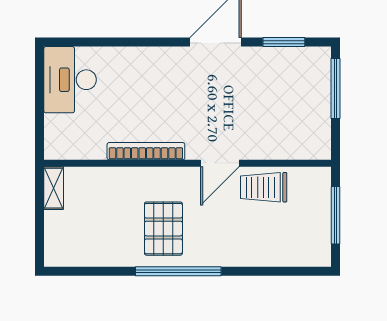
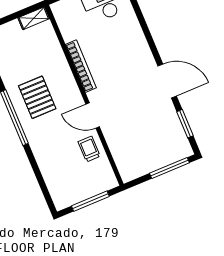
trolley: (264, 187) -> (89, 149), width x0.73, depth x0.72
pallet: (163, 229) -> (37, 97), turned 90

